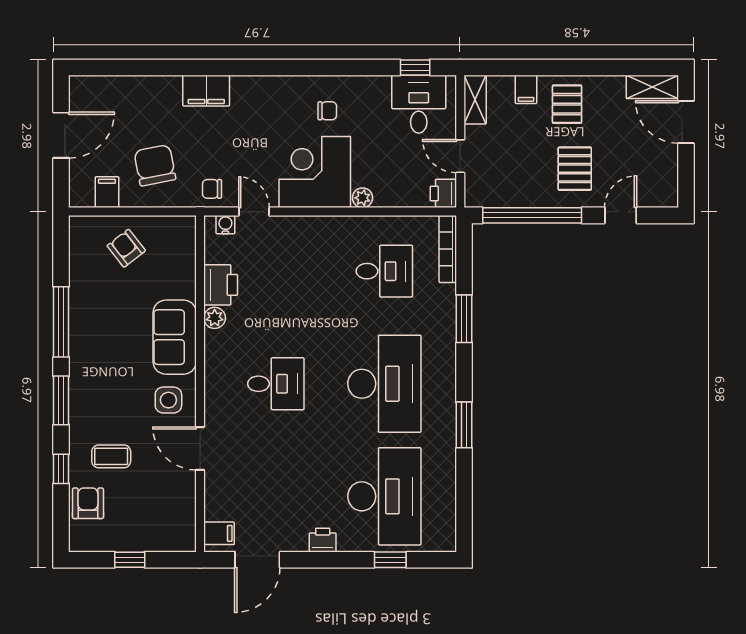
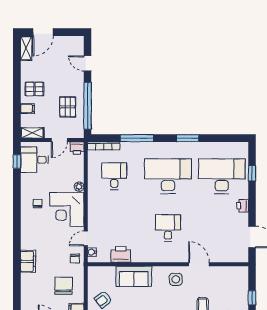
chair: (155, 165) -> (64, 286), turned 101
pallet: (575, 169) -> (68, 107), moved, turned 90
plant: (215, 318) -> (137, 257), removed
window: (464, 319) -> (137, 138), width x1.44
sofa: (175, 337) -> (134, 276), moved
door: (200, 448) -> (199, 264), swing flipped
filing cabinet: (219, 533) -> (239, 255), removed

